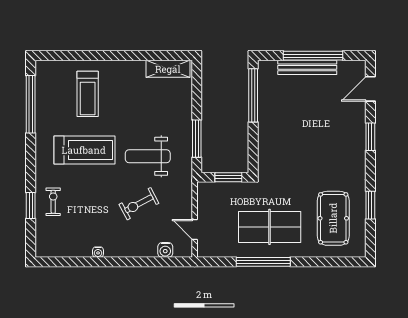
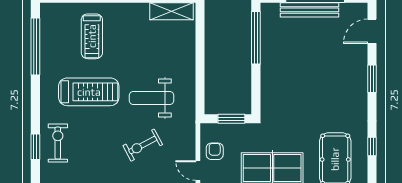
window: (197, 139) -> (200, 80), removed
exercise bike: (53, 202) -> (58, 143), width x1.38, depth x1.39
window: (370, 205) -> (372, 146), width x0.67
armchair: (212, 210) -> (215, 151), added

